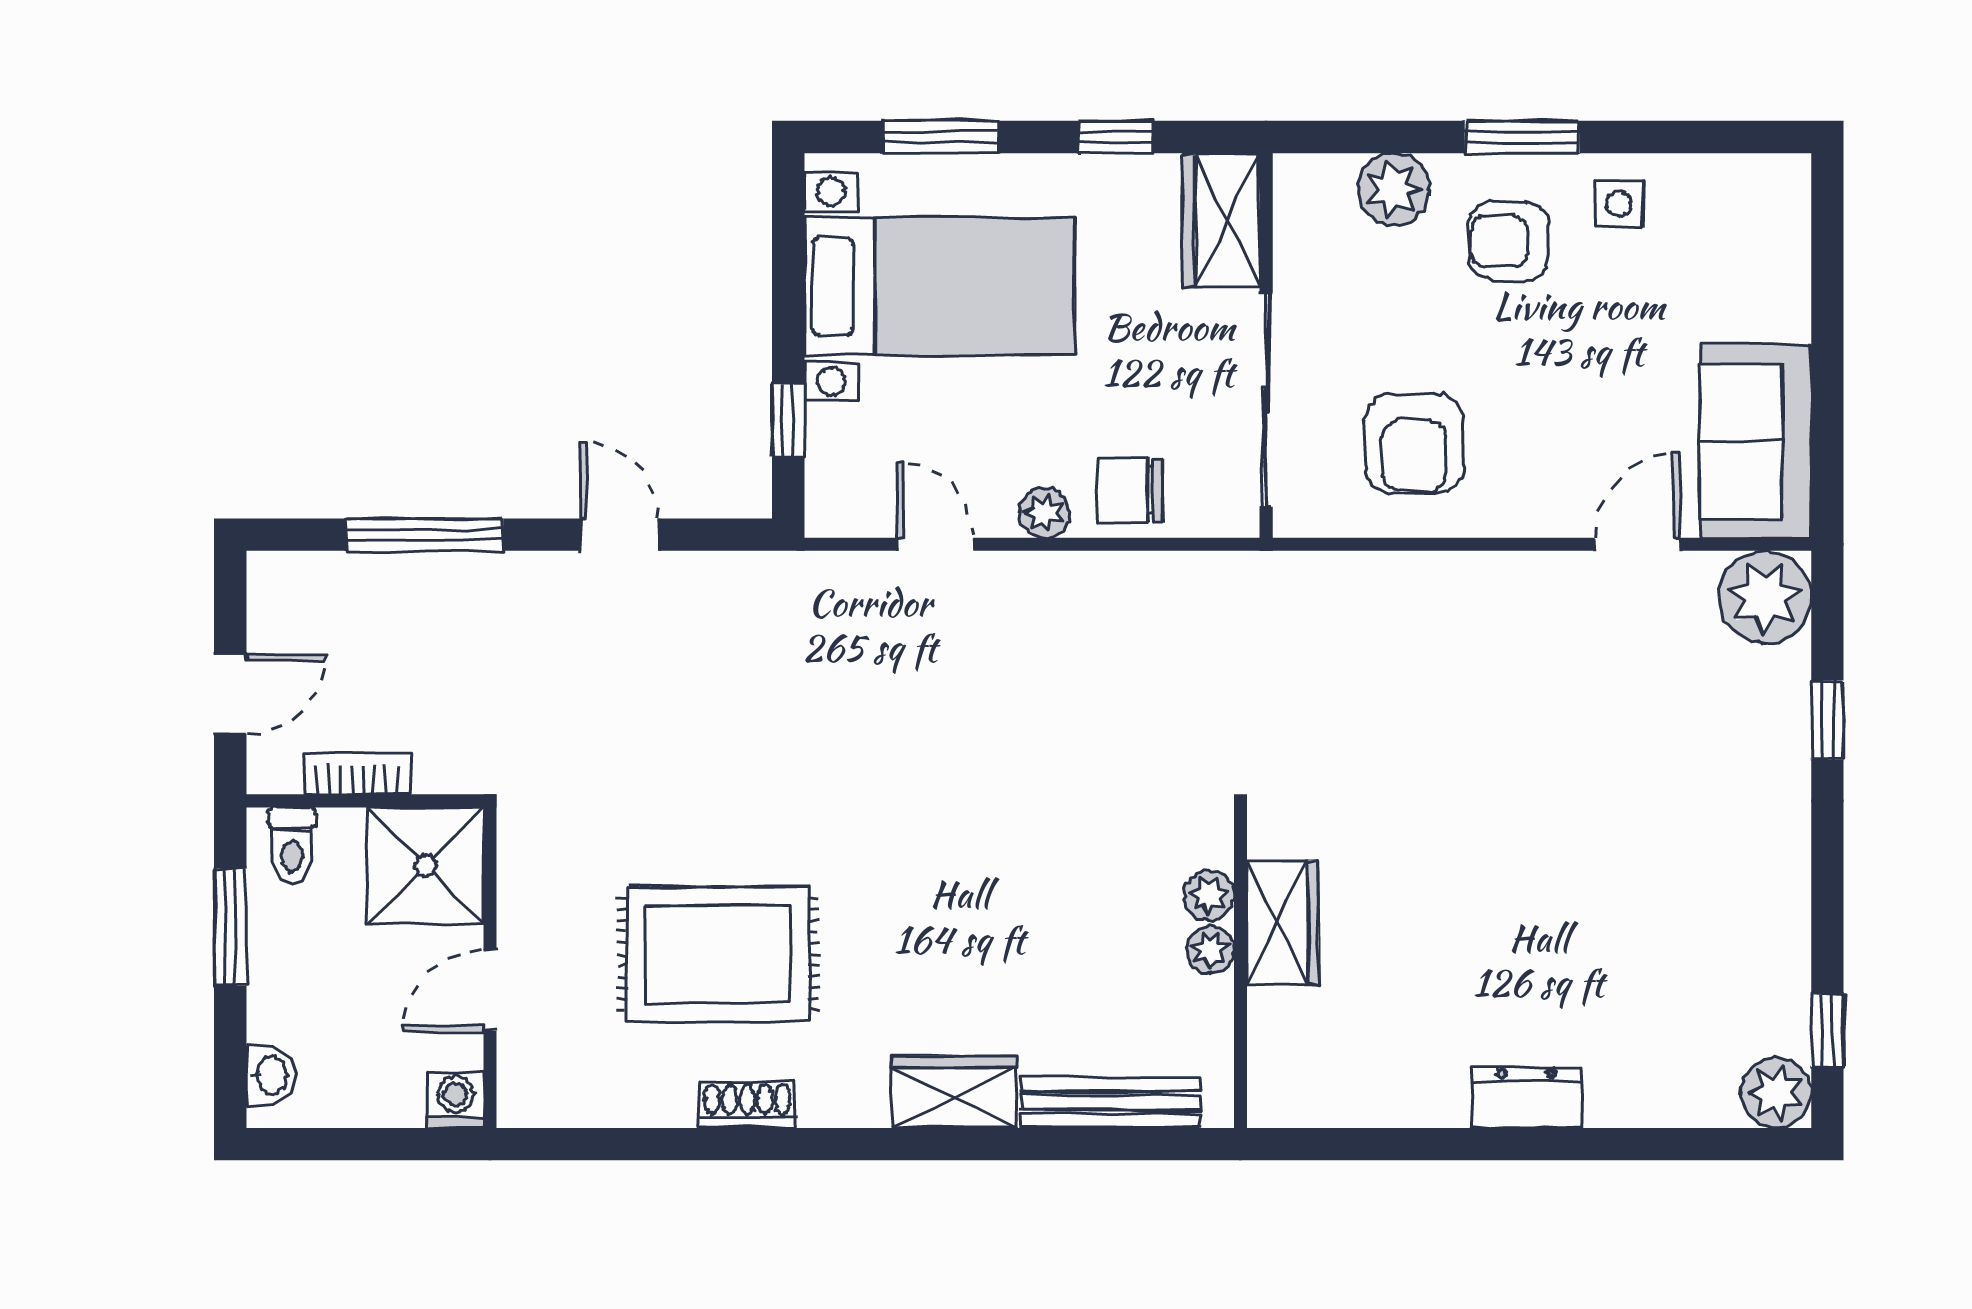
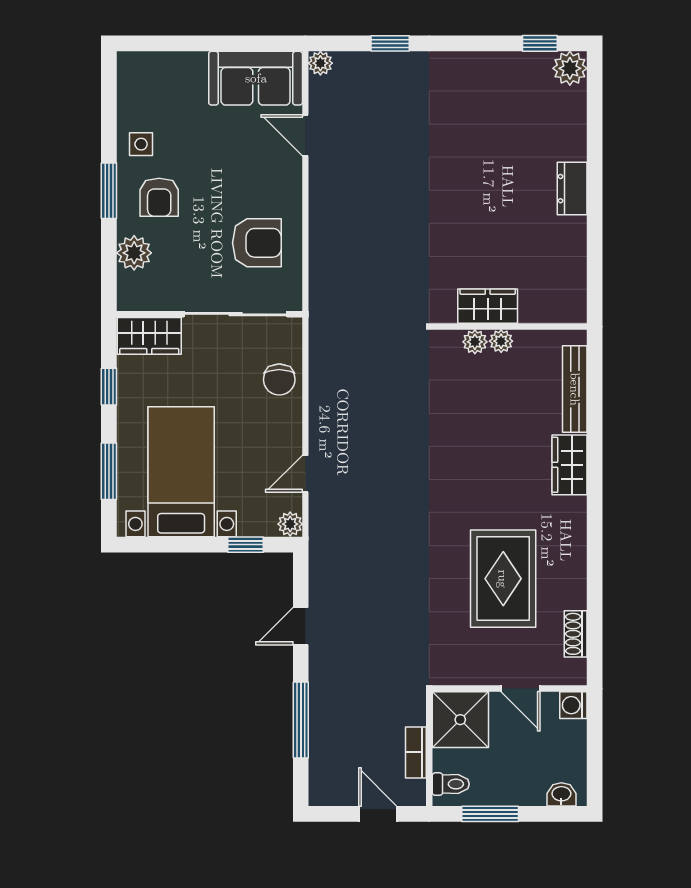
plant: (1044, 513) -> (290, 524), moved
plant: (1765, 597) -> (320, 63), width x0.53, depth x0.53
shoe rack: (747, 1105) -> (576, 634), moved

